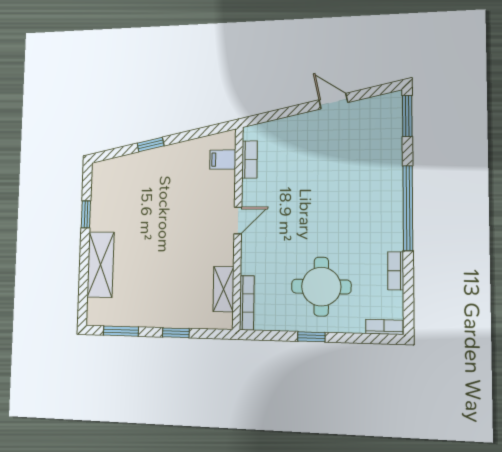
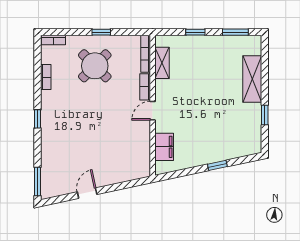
door: (333, 101) -> (87, 193), swing flipped
filing cabinet: (223, 159) -> (164, 147), width x2.00
bookcase: (250, 159) -> (145, 87), moved
window: (408, 208) -> (38, 119), width x0.32
round table: (321, 287) -> (95, 66), turned 45

